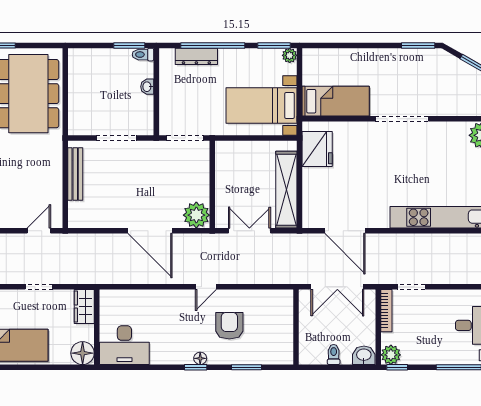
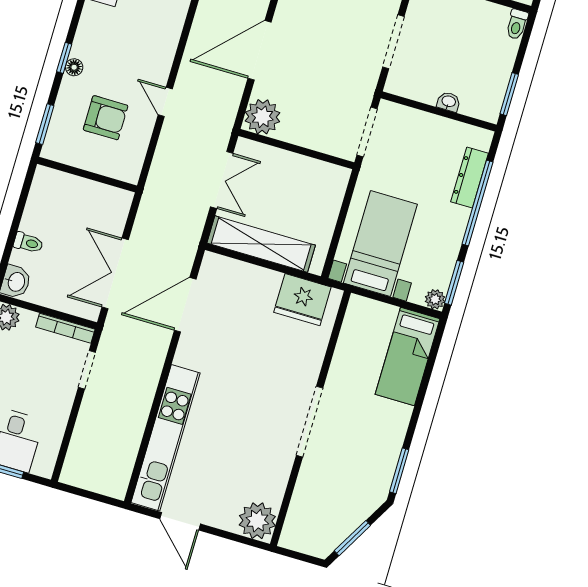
toilet: (143, 55) -> (517, 24), moved, turned 180
bed: (336, 101) -> (408, 356), moved
wall: (296, 327) -> (87, 175), moved

